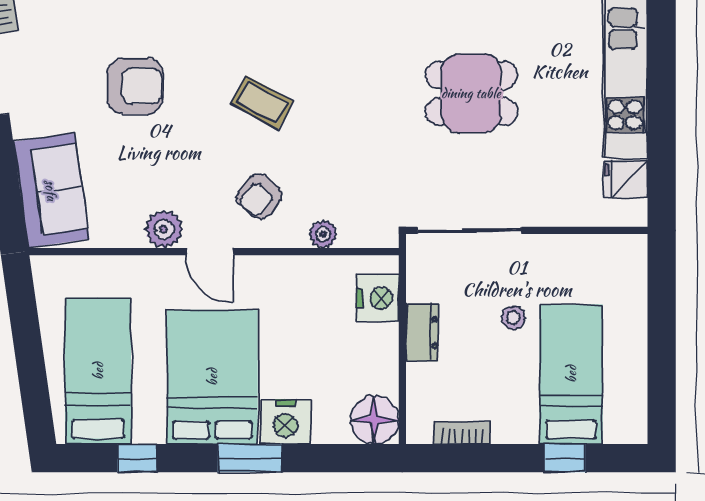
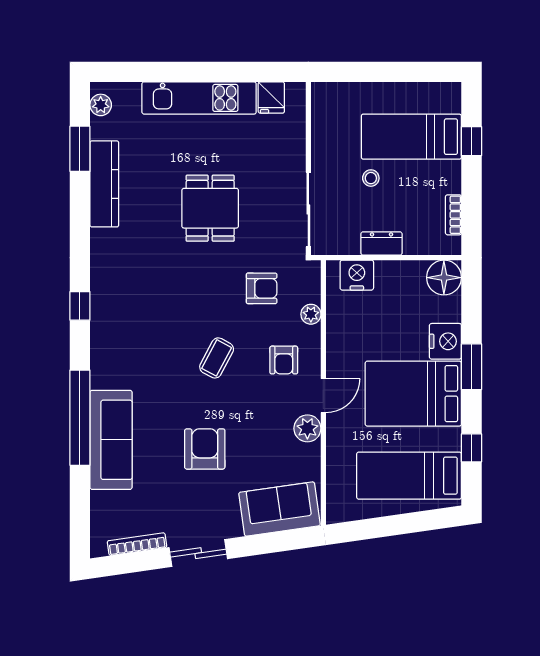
armchair: (359, 165) -> (262, 288), added
armchair: (259, 196) -> (284, 360), turned 50

